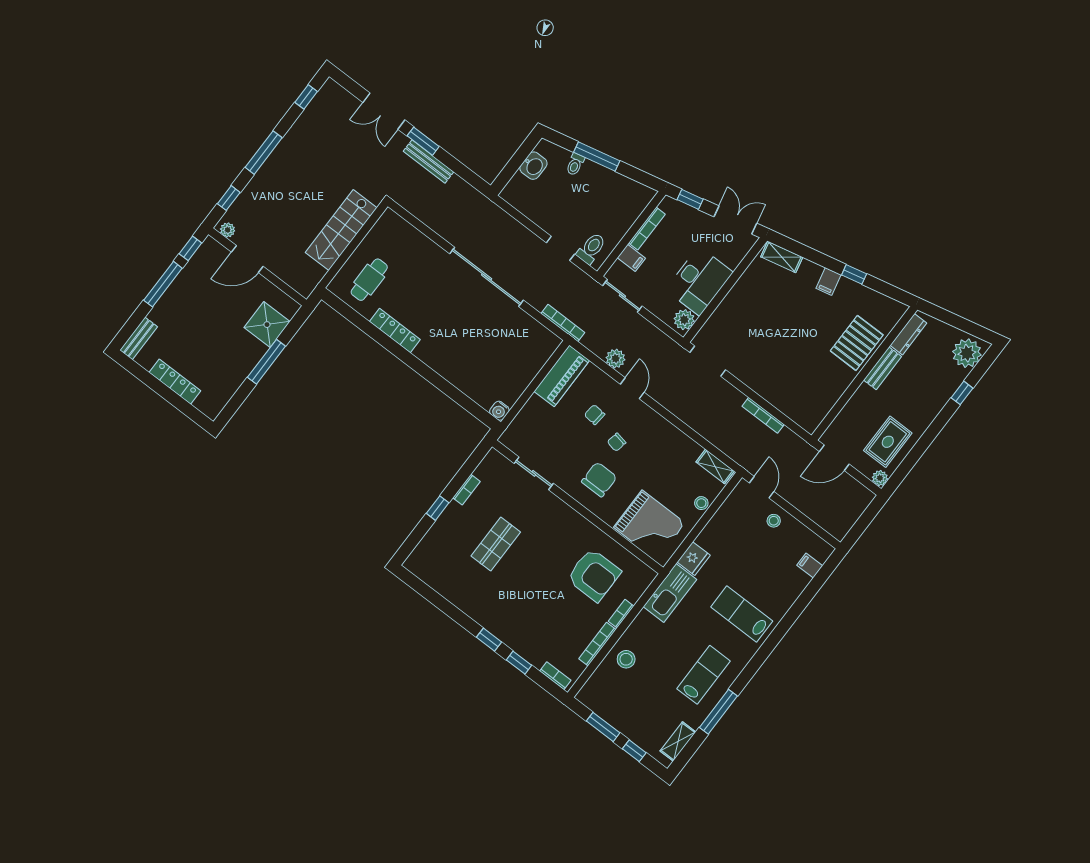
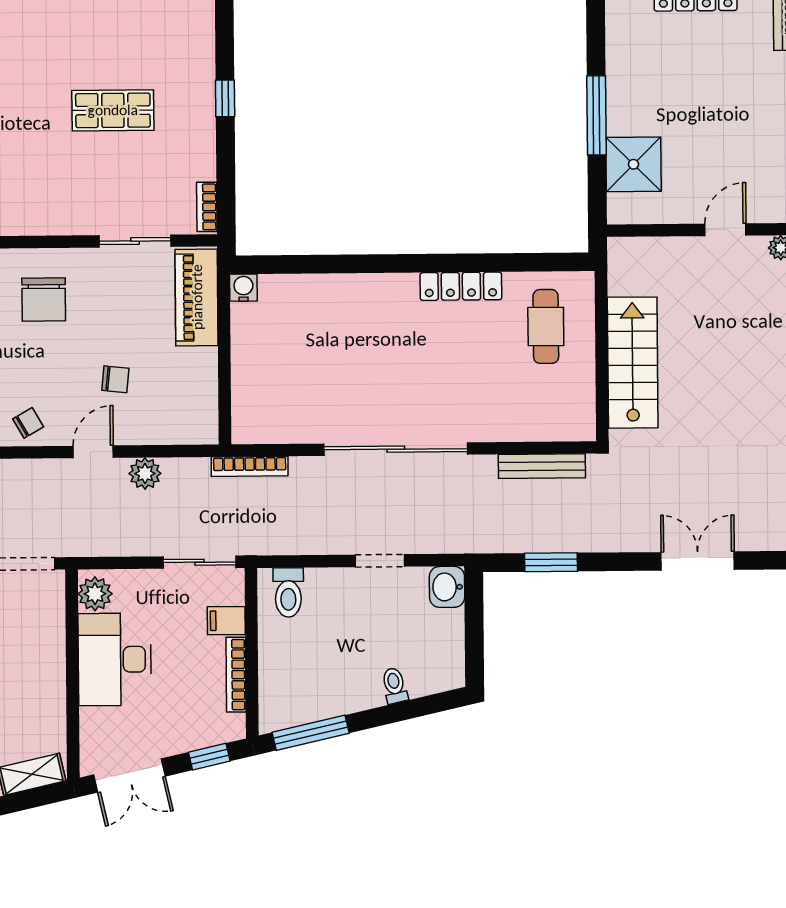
window: (423, 141) -> (551, 562), moved
window: (597, 156) -> (311, 733), moved
bench: (428, 162) -> (542, 466), moved
washbasin: (533, 166) -> (447, 587), moved
doorway: (560, 248) -> (380, 561), moved
door: (247, 259) -> (725, 230), width x0.73
piano: (562, 376) -> (197, 297), moved
door: (632, 388) -> (93, 452), swing flipped
chair: (617, 442) -> (28, 423), moved, turned 49
bookcase: (466, 490) -> (207, 207), moved
shop shelf: (496, 544) -> (113, 110), turned 90

